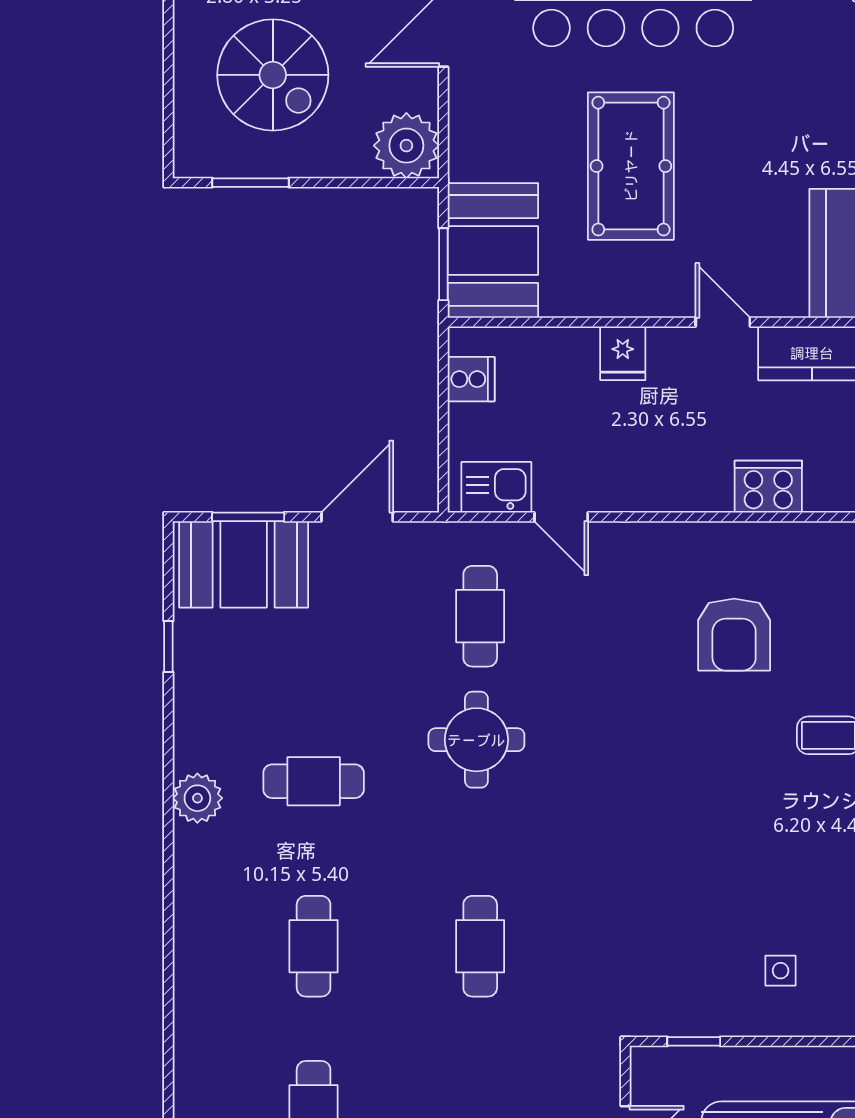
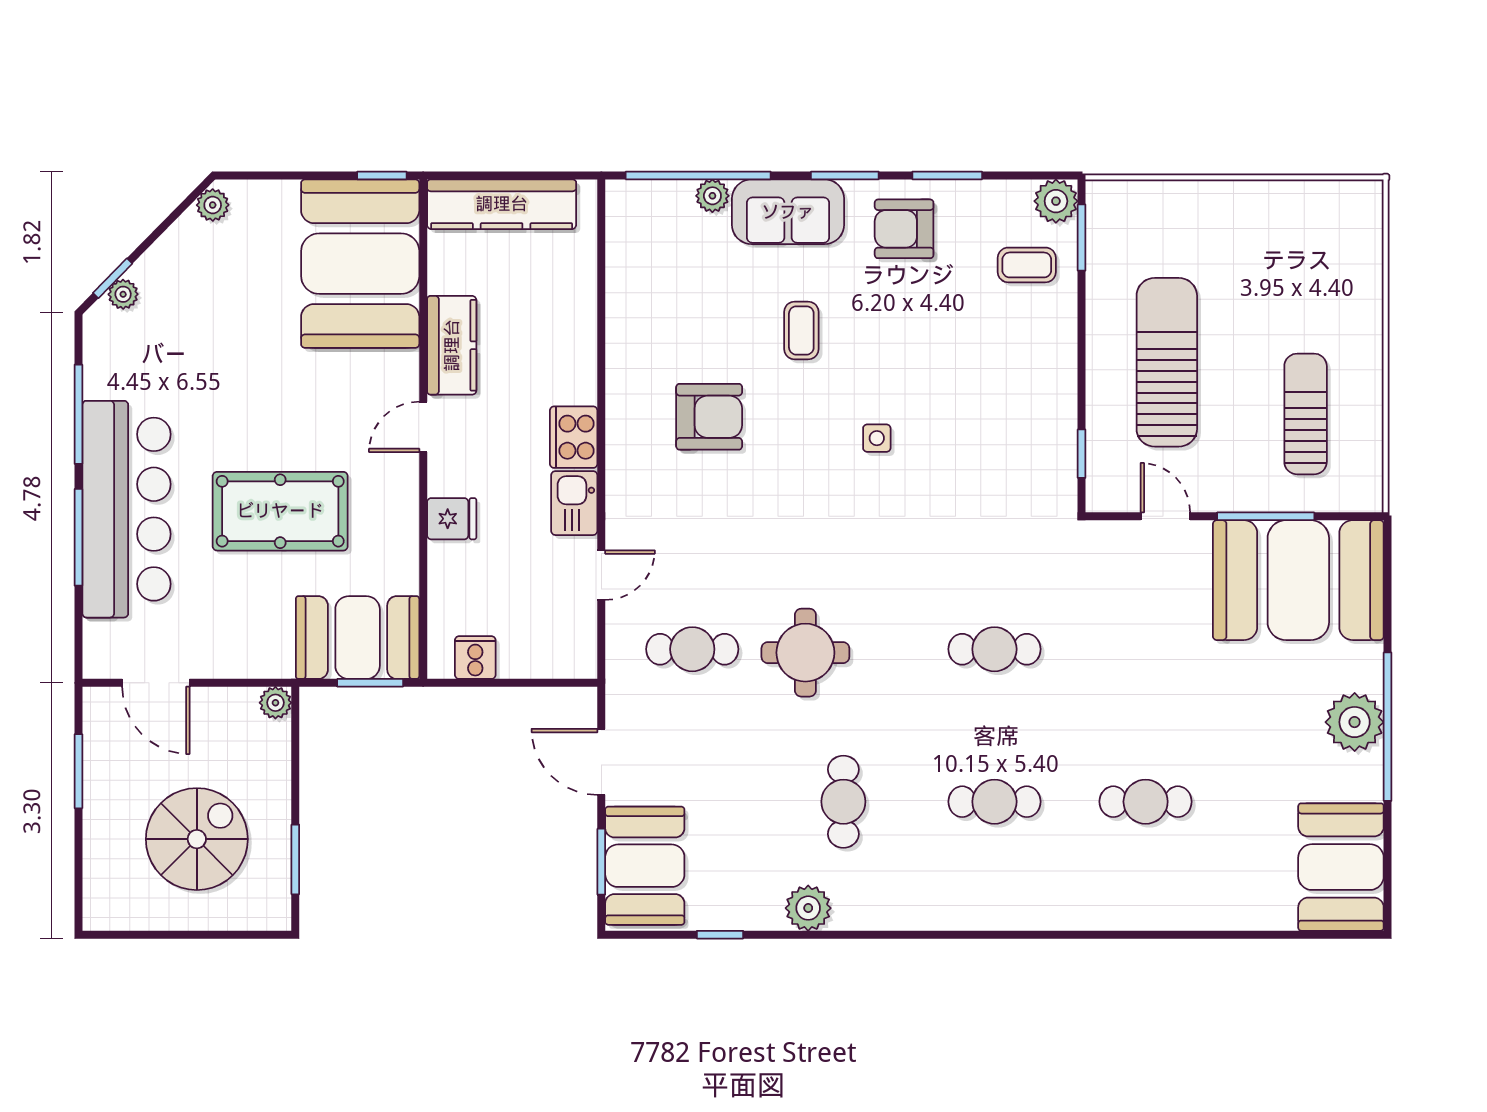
plant: (406, 146) -> (275, 703), width x0.53, depth x0.53
kitchen sink: (496, 487) -> (574, 503), moved
cooker: (768, 487) -> (574, 437), moved
plant: (197, 798) -> (808, 908), moved
side table: (781, 971) -> (877, 438), moved

